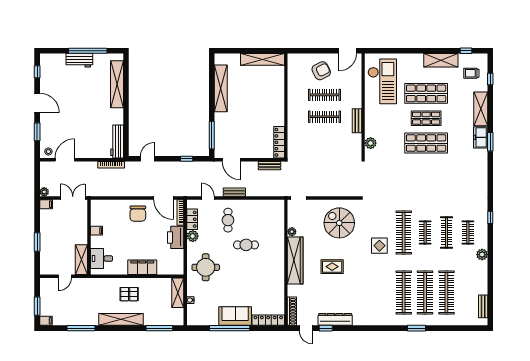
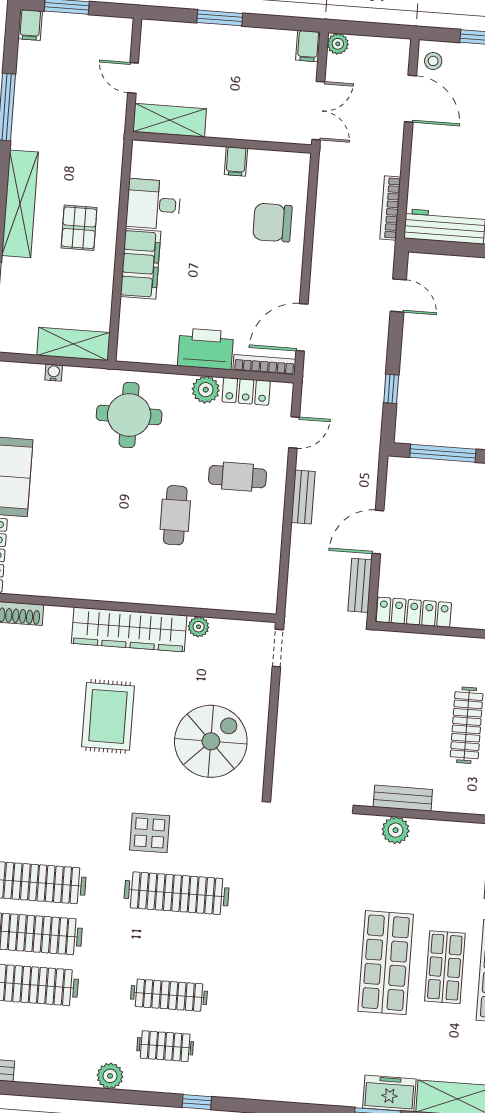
bench: (357, 121) -> (403, 798), moved
door: (231, 160) -> (378, 532), moved
chair: (138, 214) -> (272, 223), moved
clothes rail: (425, 232) -> (173, 944), removed
desk: (102, 259) -> (153, 204), moved, turned -90
rug: (332, 267) -> (108, 716), width x1.36, depth x1.43

